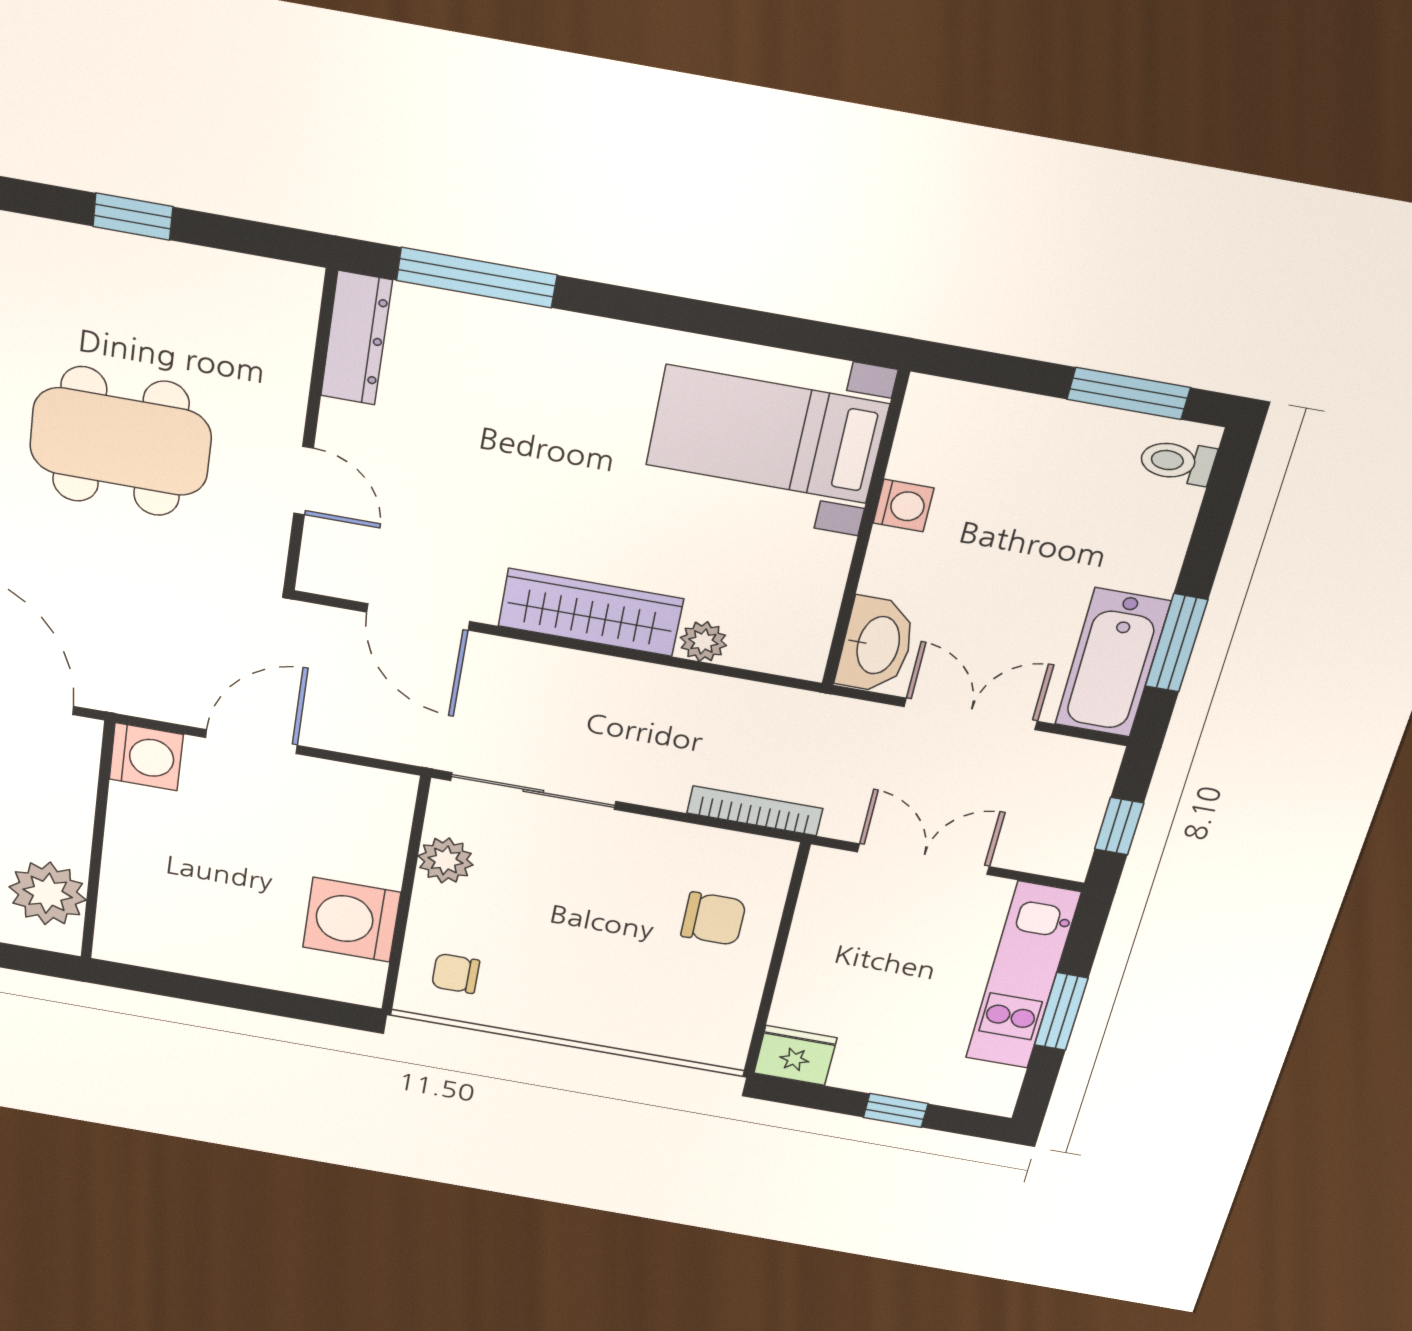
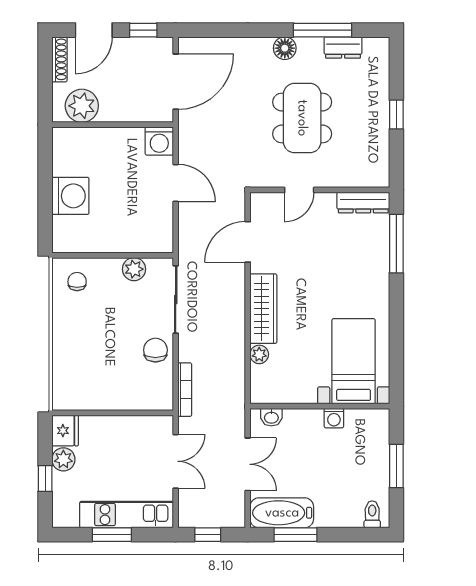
window: (1129, 393) -> (396, 466), moved
washbasin: (876, 645) -> (271, 417), width x0.52, depth x0.69
chair: (713, 919) -> (155, 350), moved, turned 180
washing machine: (352, 920) -> (70, 196), moved, turned 90
plant: (861, 1070) -> (63, 459), added

